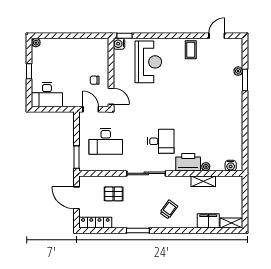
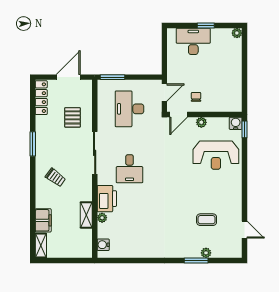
coffee table: (191, 50) -> (207, 220), moved
plant: (118, 75) -> (201, 122), added
desk: (47, 95) -> (193, 41), moved, turned 90

